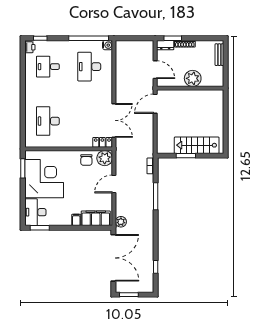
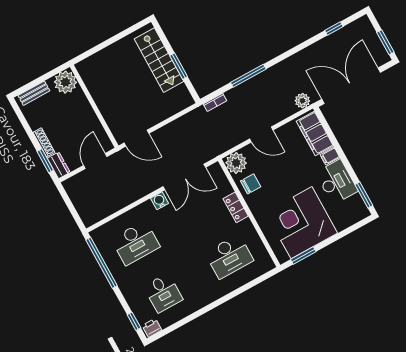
water cooler: (107, 45) -> (160, 201), moved
plant: (193, 78) -> (65, 82), moved
double door: (114, 120) -> (184, 177), swing flipped
locker: (102, 142) -> (236, 207), moved
desk: (35, 212) -> (337, 182), moved, turned -90

